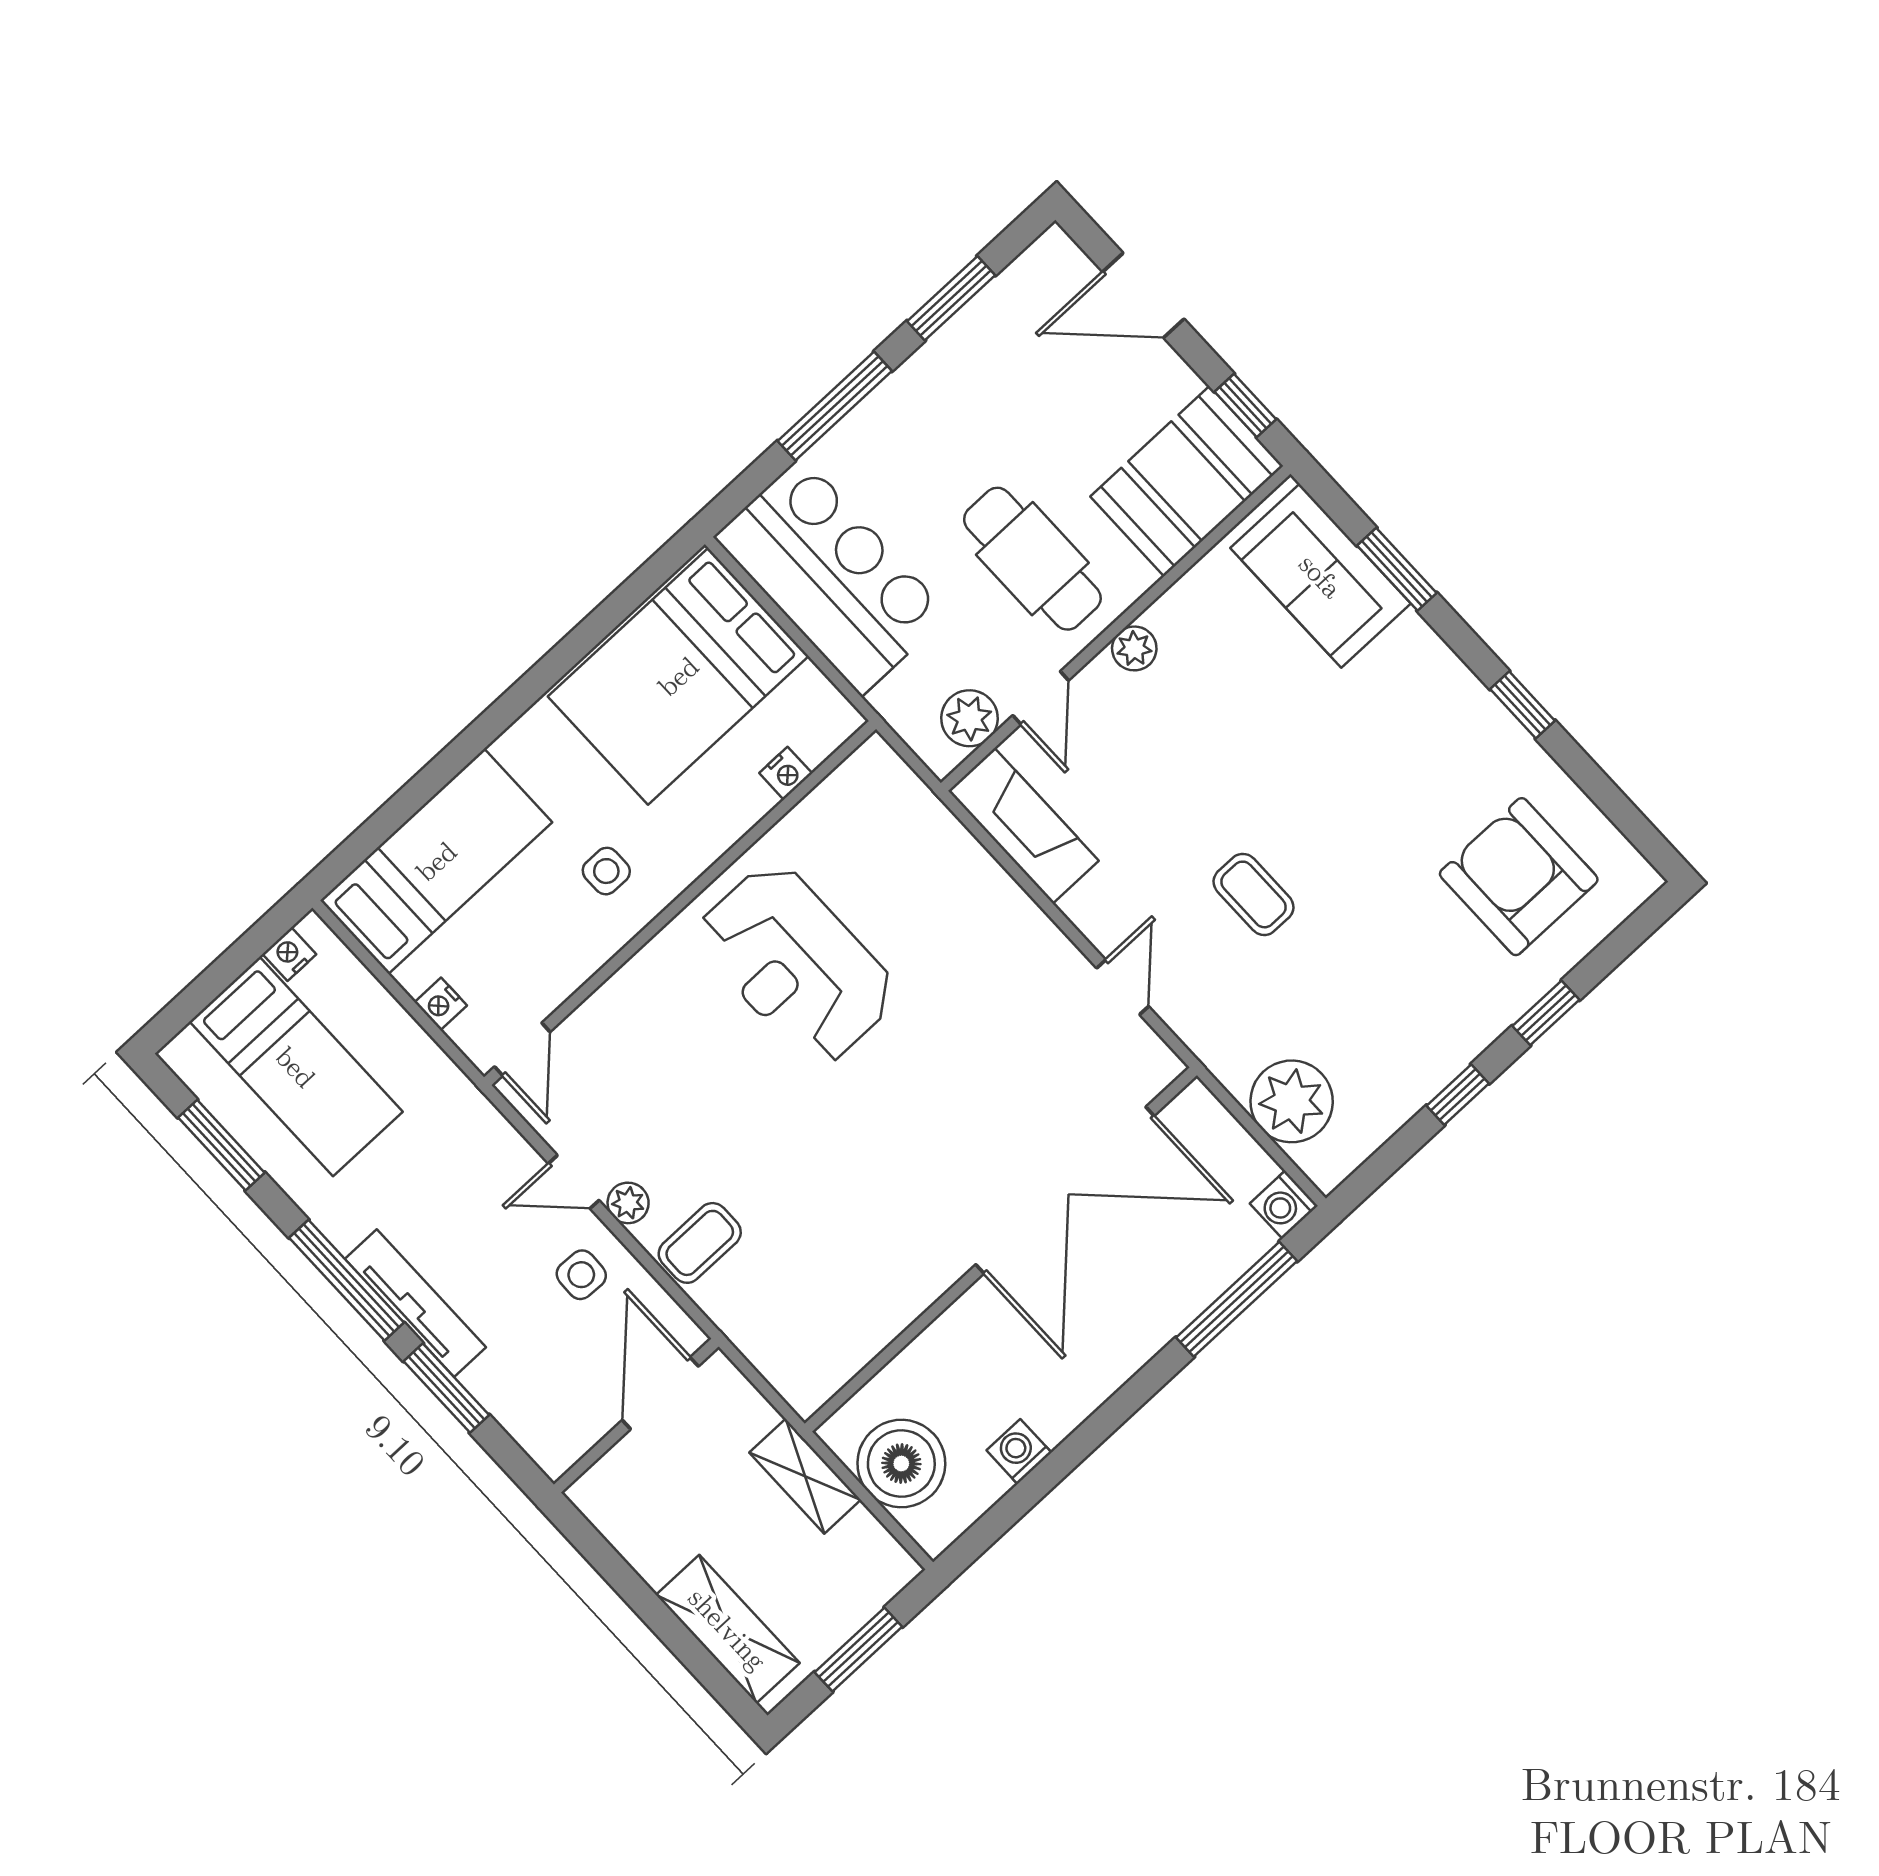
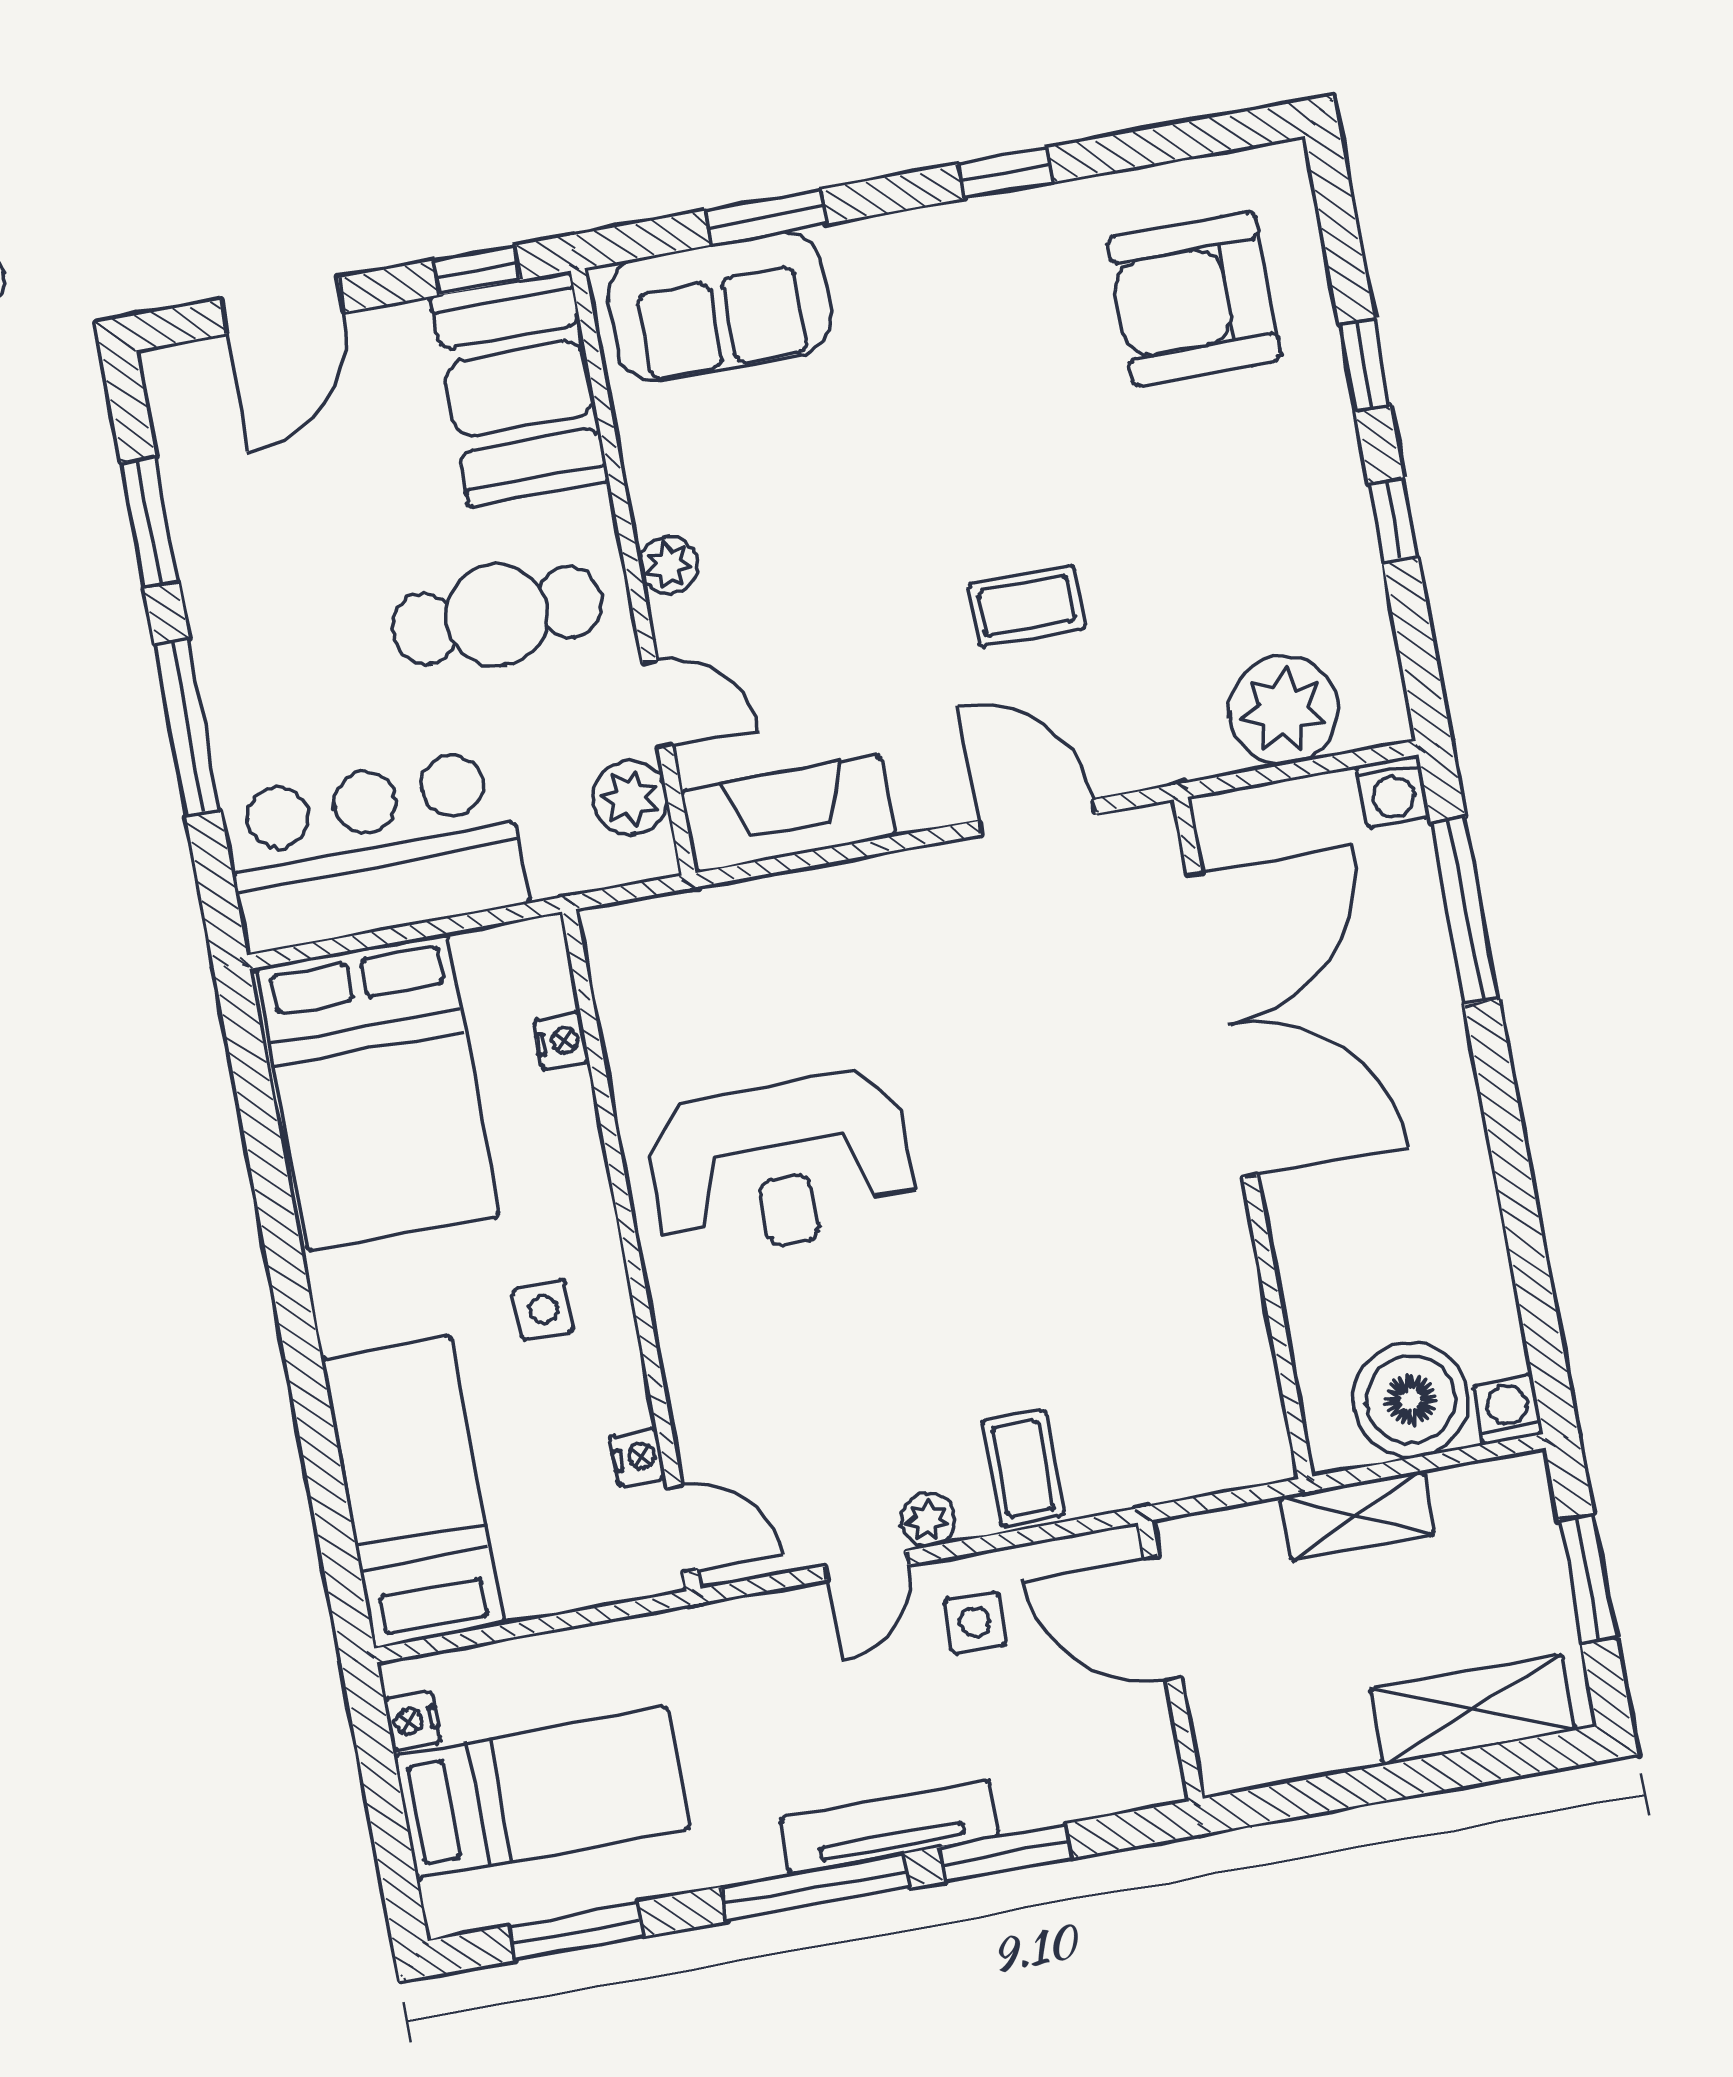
door: (1123, 987) -> (1037, 817), width x1.38
nightstand: (441, 1004) -> (638, 1457), moved, turned -90
washing machine: (1019, 1451) -> (1508, 1410), moved, turned 90

